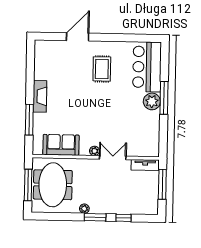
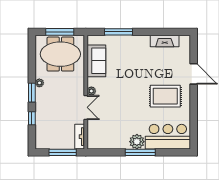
rug: (102, 69) -> (165, 96), width x1.36, depth x1.43
fireplace: (40, 96) -> (165, 41), moved

